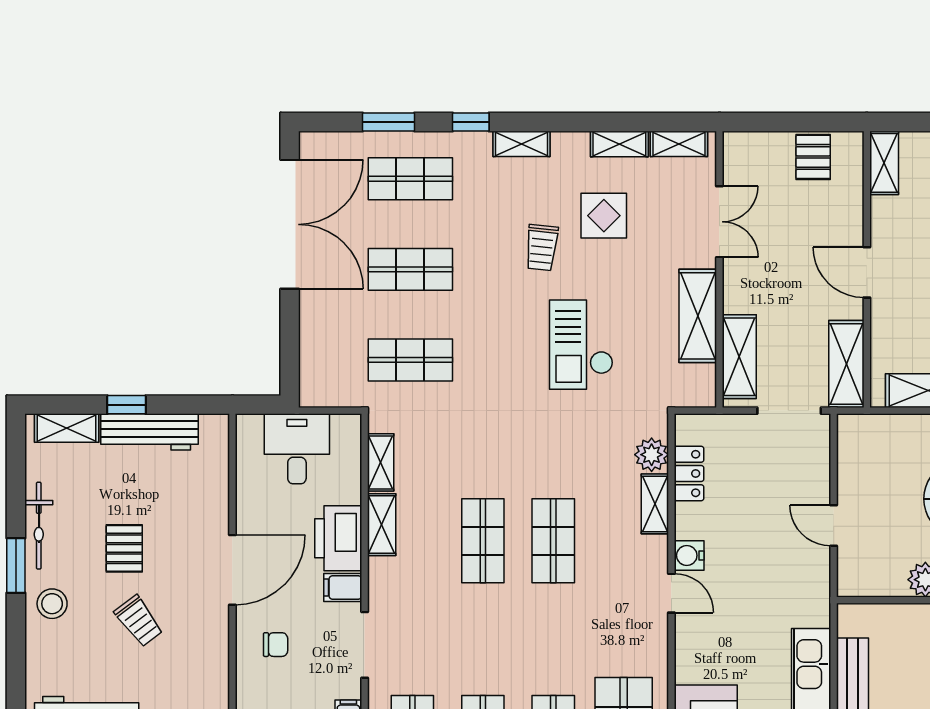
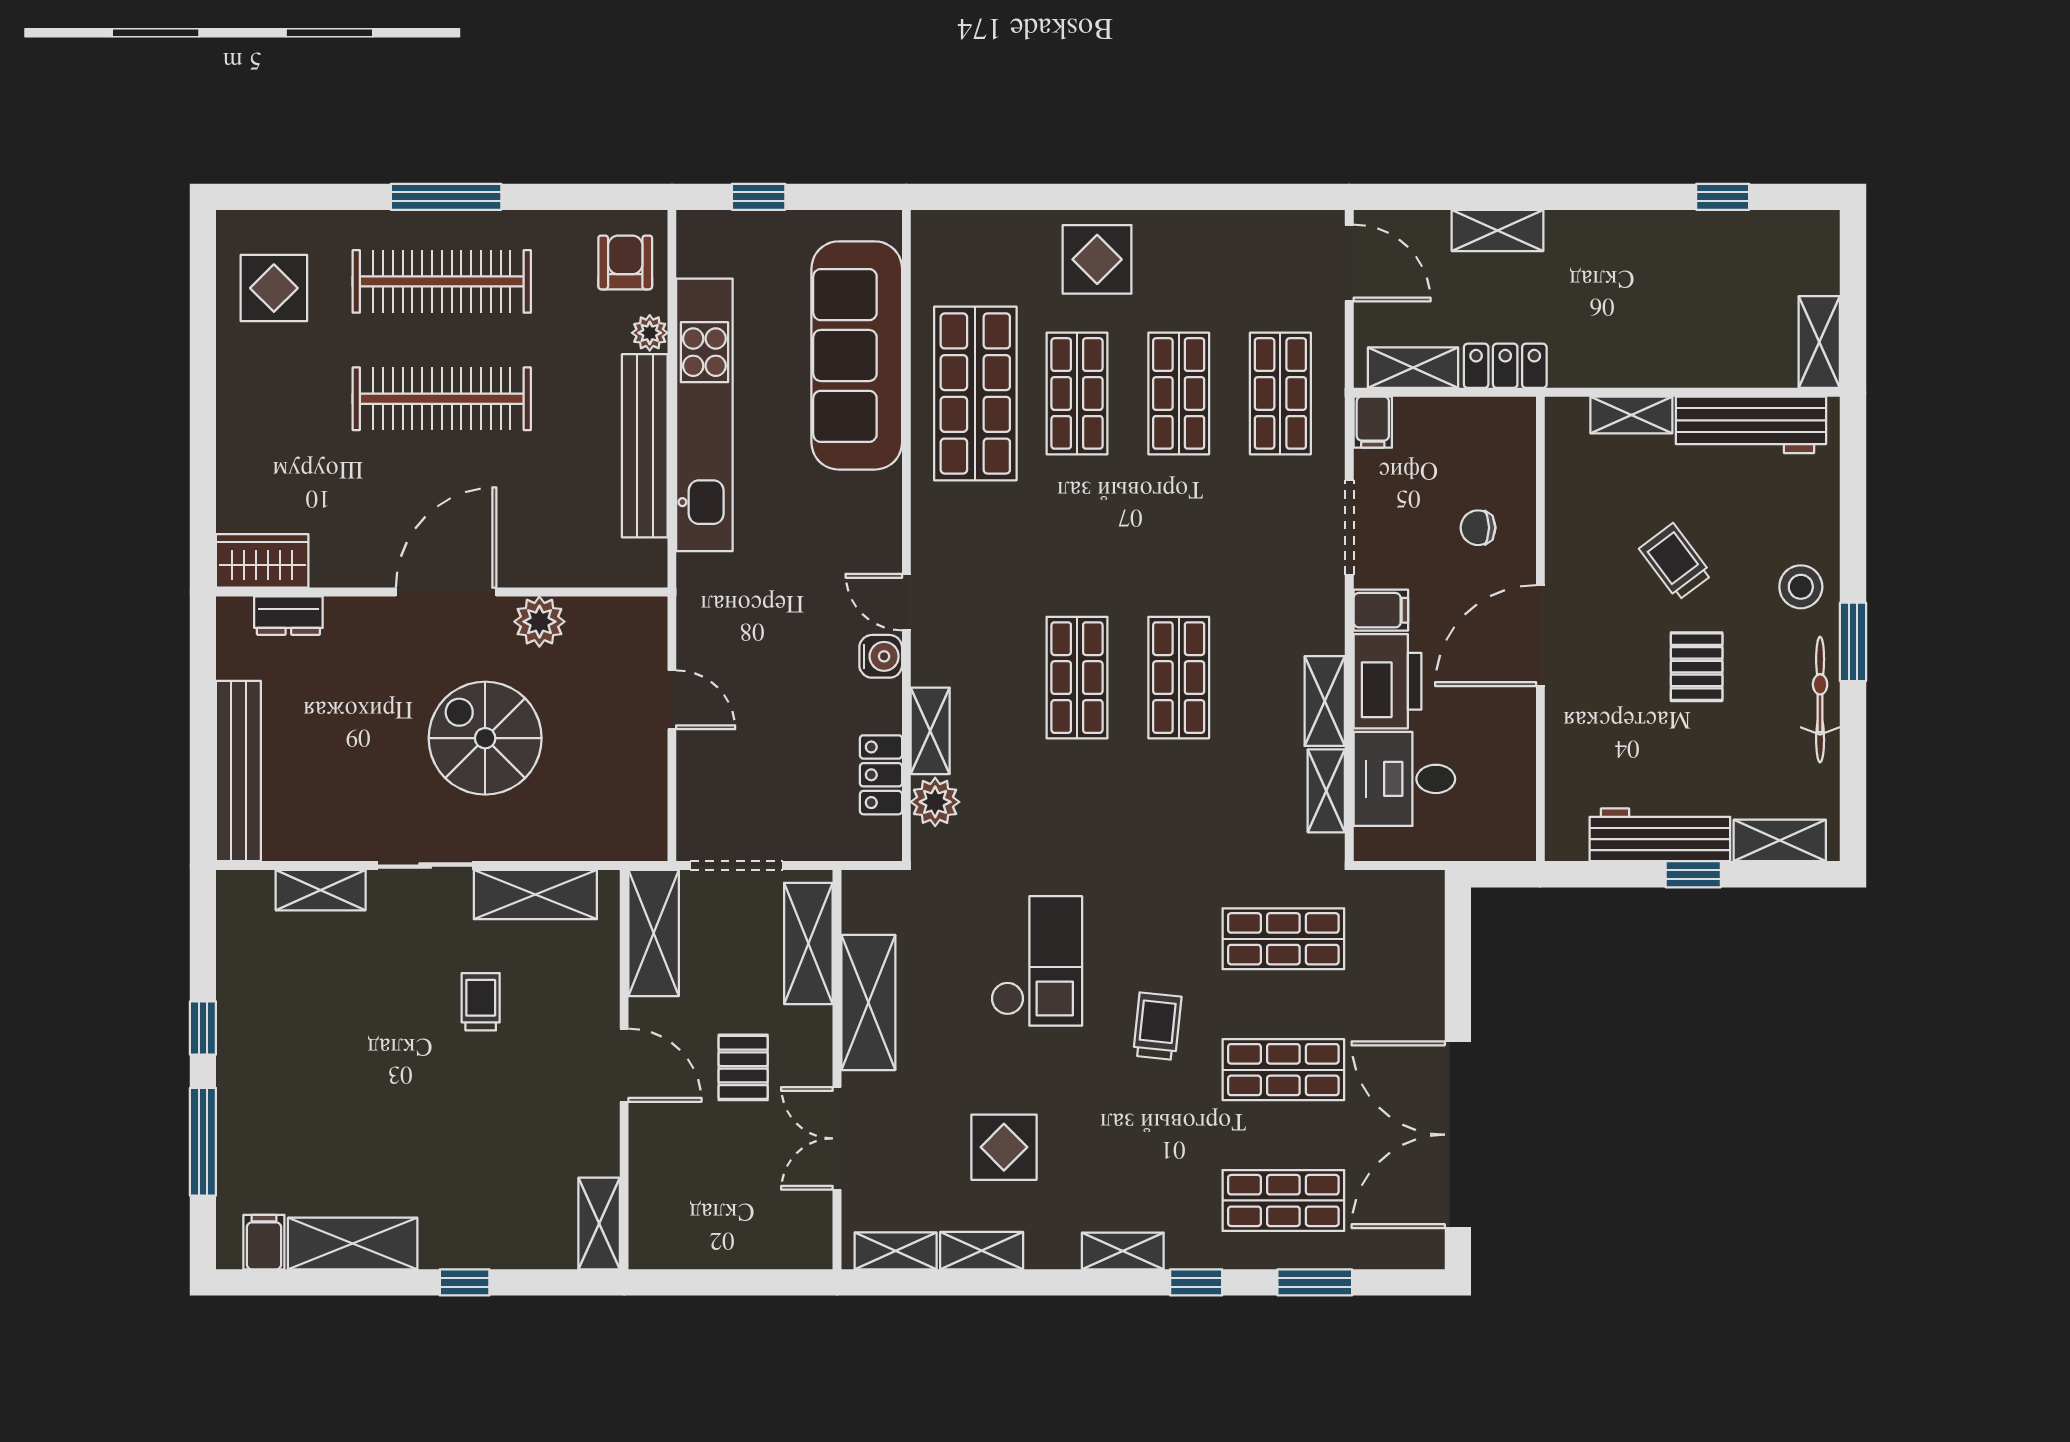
pallet: (813, 157) -> (743, 1067), moved
trolley: (542, 248) -> (1157, 1026), moved
desk: (297, 449) -> (1404, 779), moved, turned 90

